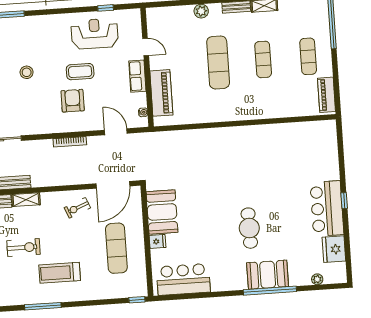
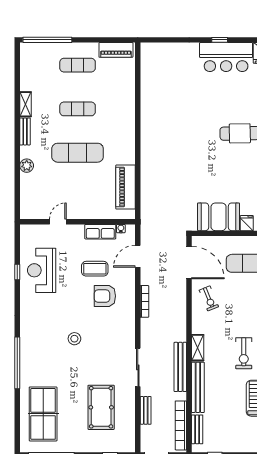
window: (106, 8) -> (17, 272), moved
coffee table: (80, 72) -> (95, 269), moved, turned 90
row of seats: (137, 76) -> (100, 232), moved
piano: (161, 93) -> (126, 187), moved, turned -90
exercise bike: (23, 247) -> (244, 353), turned 180

